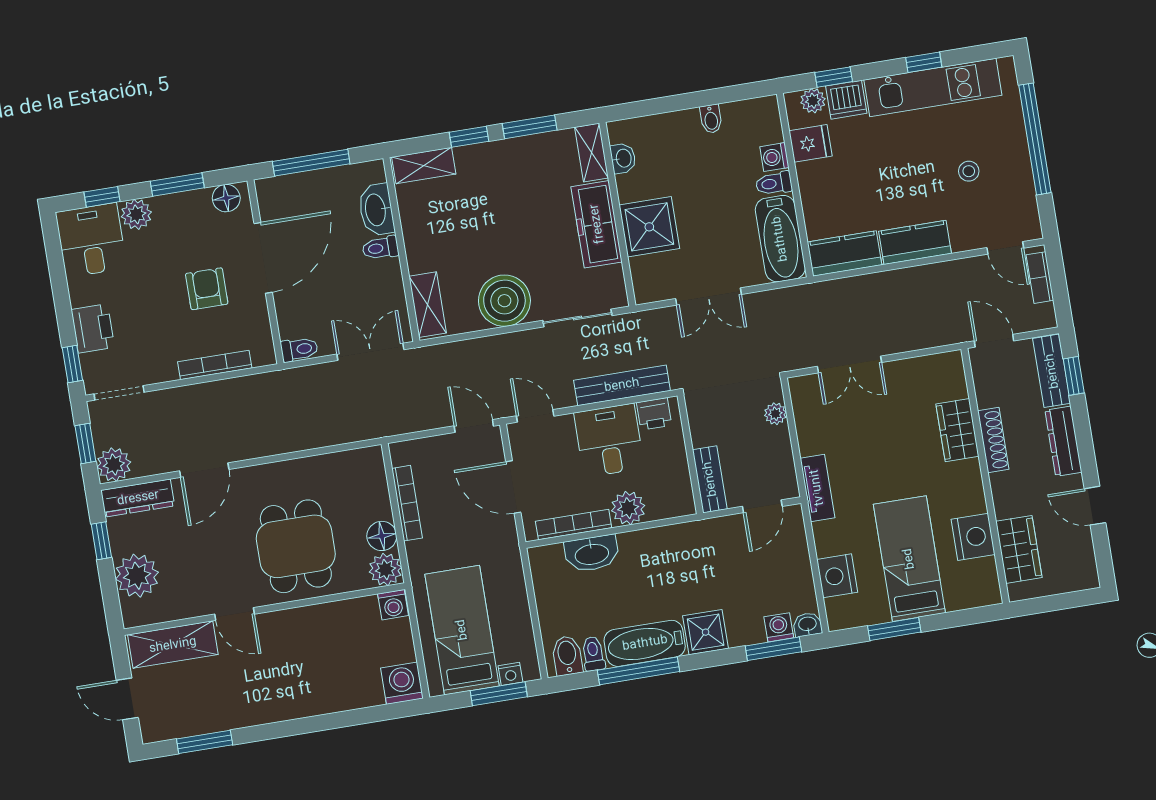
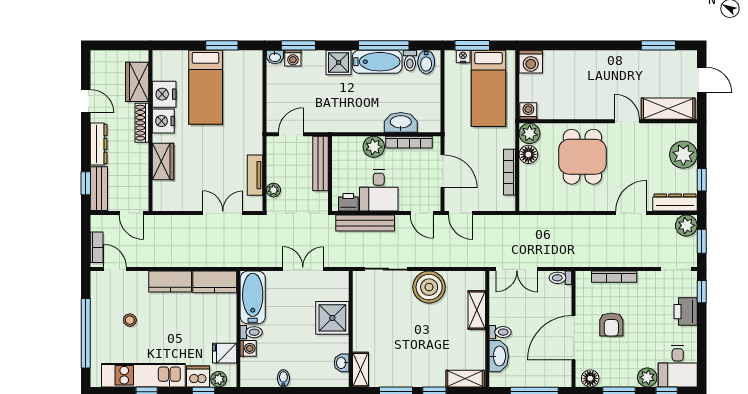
freezer: (597, 224) -> (365, 325), removed
shelving: (428, 305) -> (477, 310), moved
shoe rack: (993, 440) -> (142, 123), moved
bench: (710, 479) -> (321, 164), width x1.36
tv unit: (817, 488) -> (255, 175), moved
nightstand: (837, 576) -> (163, 121), moved, turned 180

